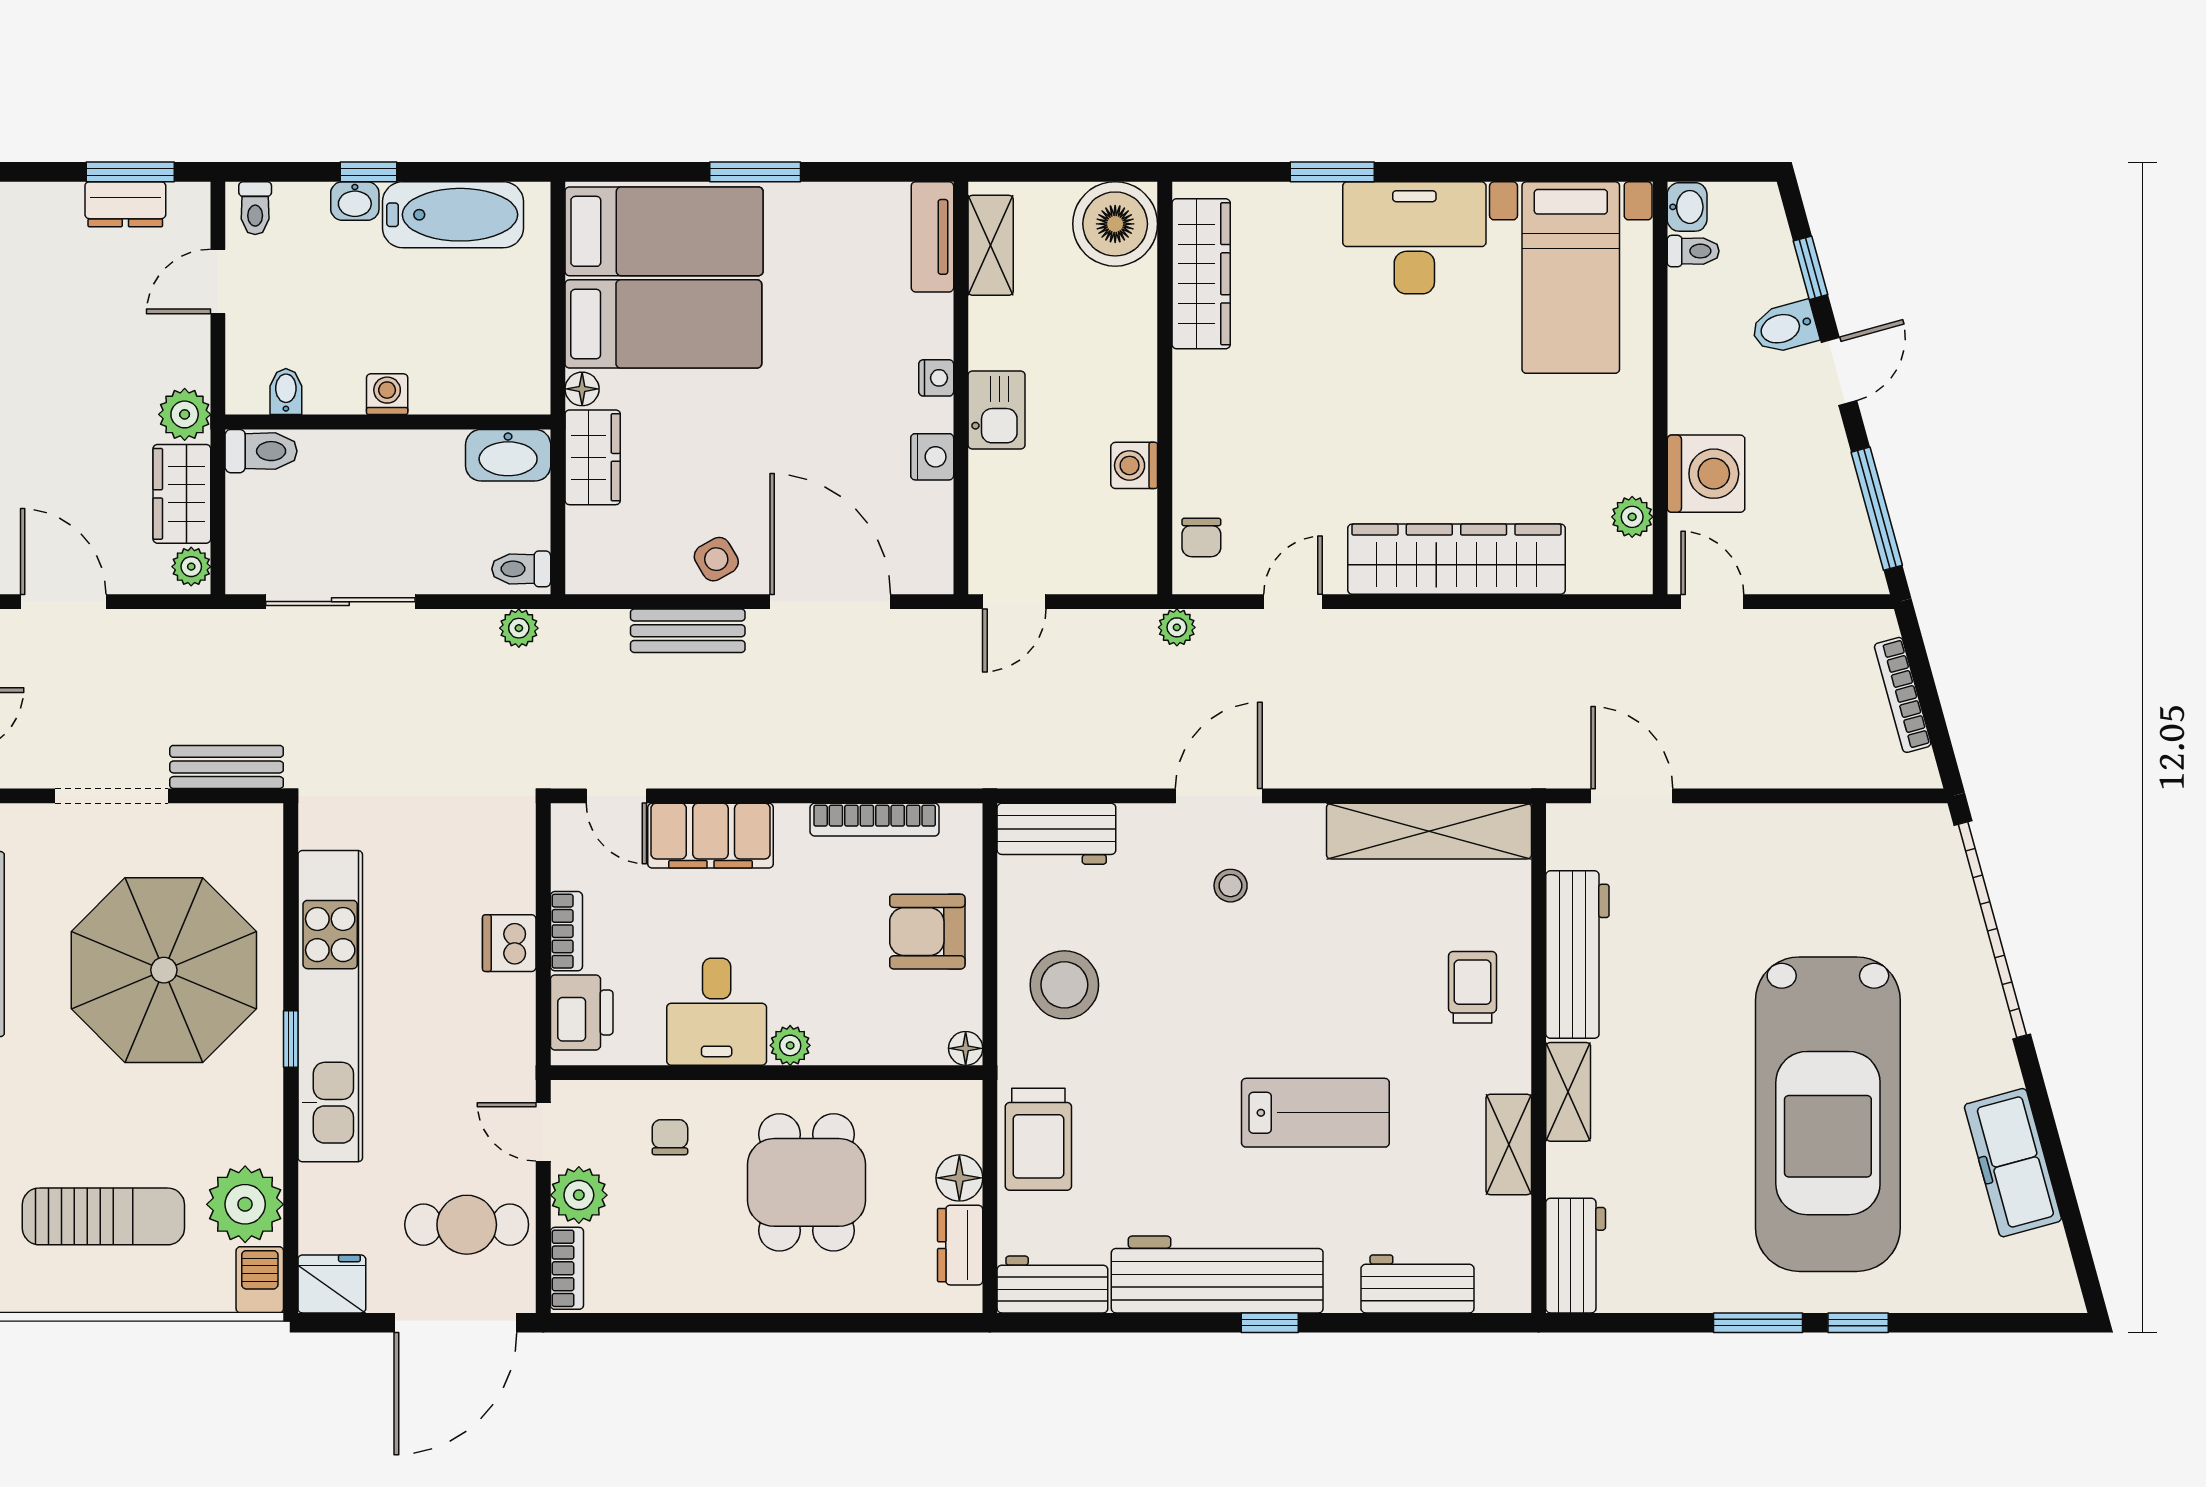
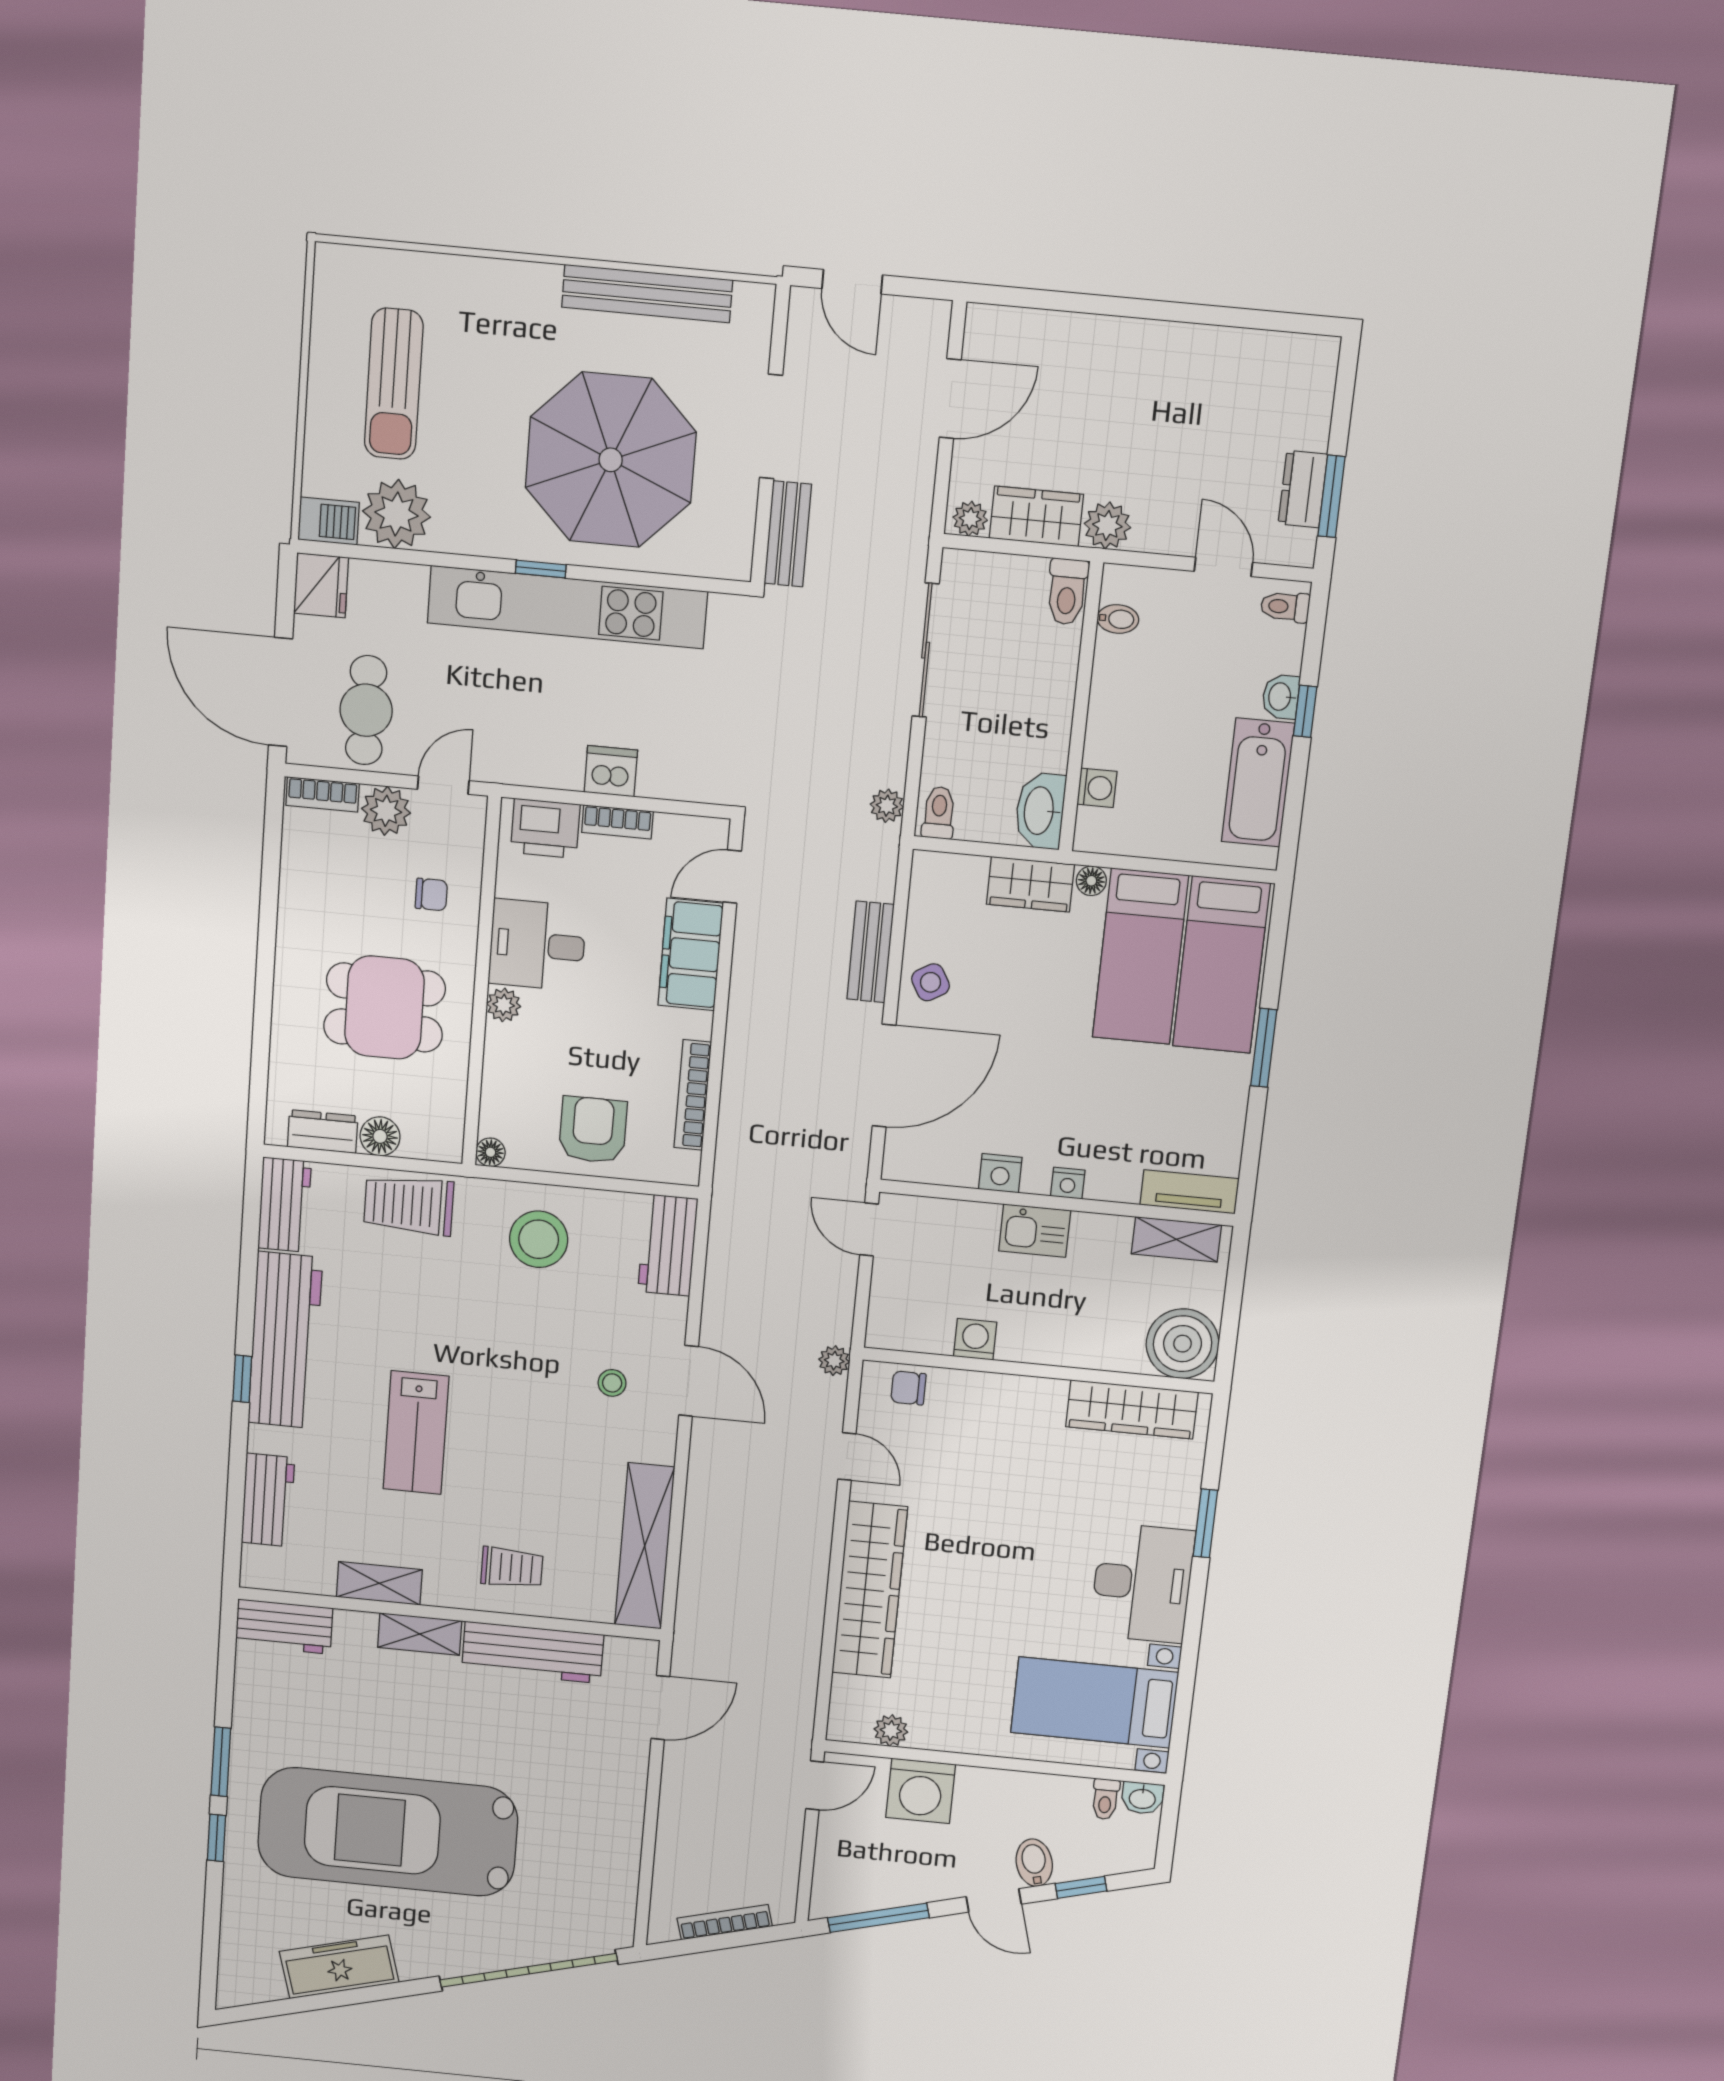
washing machine: (387, 394) -> (1097, 788), moved

